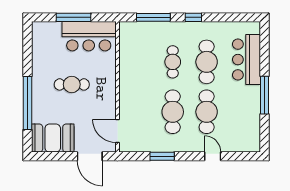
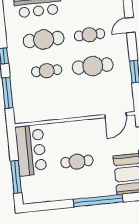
window: (73, 17) -> (16, 177), moved
cafe table: (72, 84) -> (77, 162), turned 90
cafe table: (207, 112) -> (90, 35), width x0.73, depth x0.74

